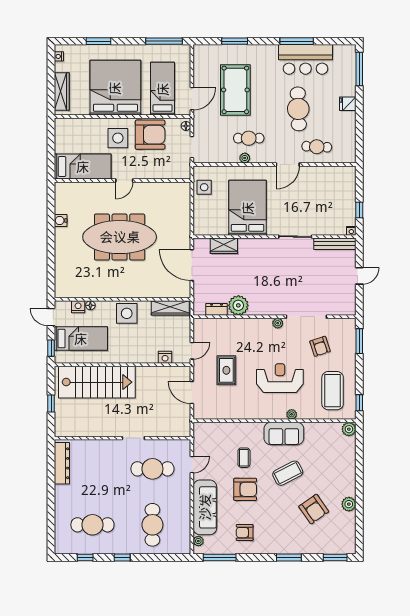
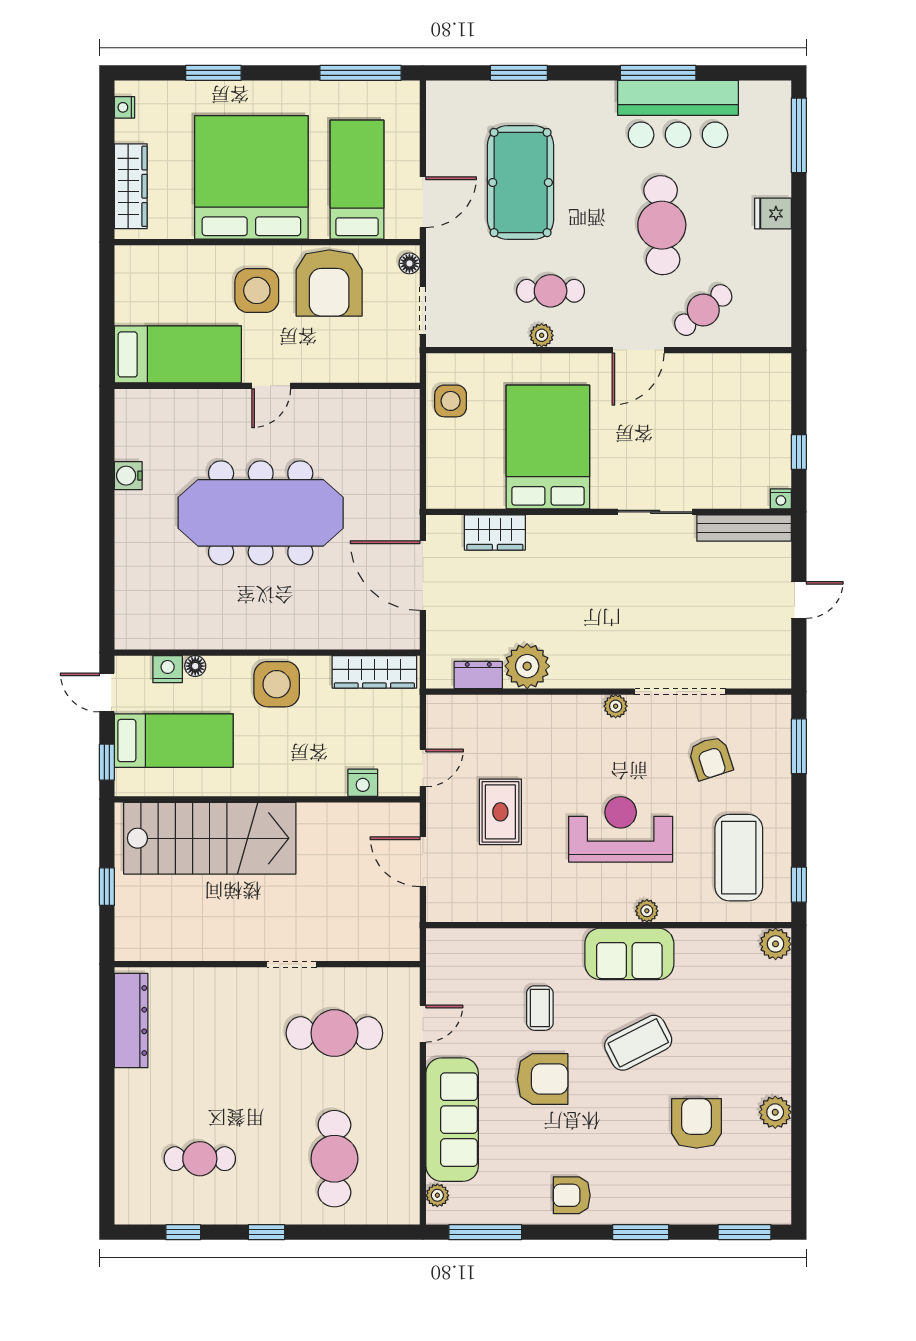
armchair: (150, 135) -> (329, 283), turned 90
cafe table: (317, 147) -> (703, 310), turned -42
armchair: (314, 509) -> (697, 1123), turned -145
cafe table: (92, 525) -> (200, 1159), width x0.73, depth x0.74
armchair: (245, 533) -> (572, 1195), moved

